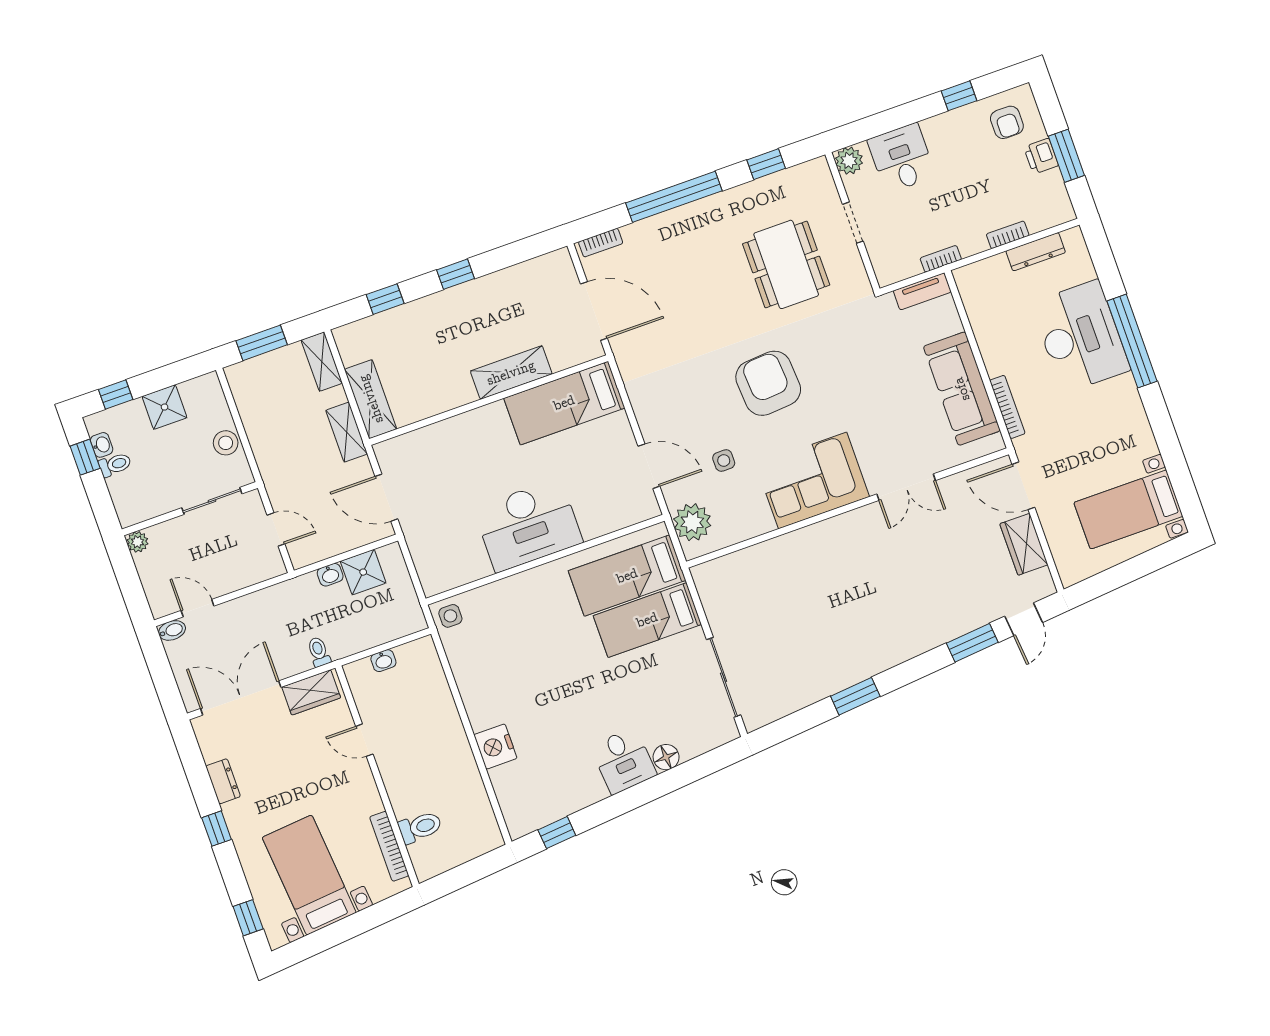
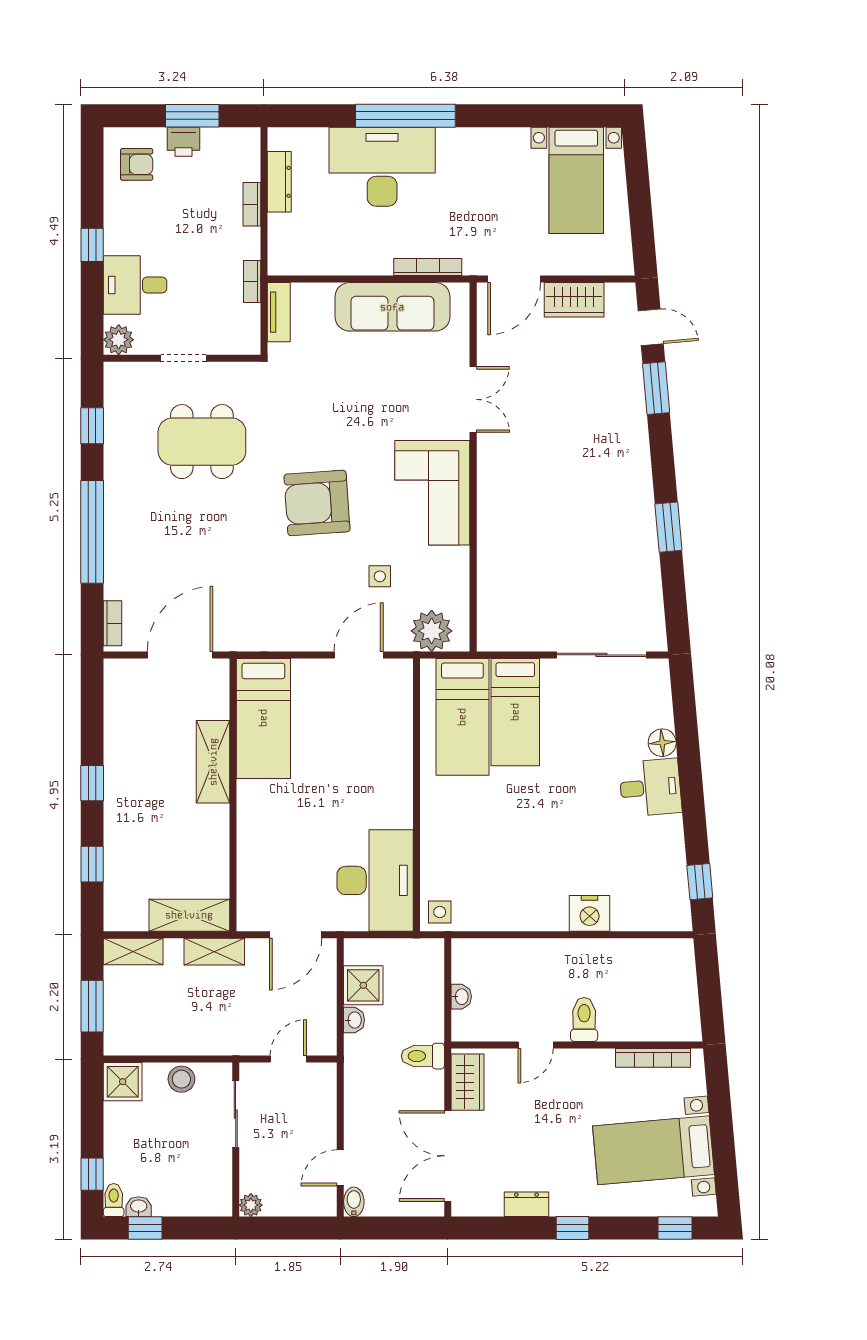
window: (959, 96) -> (92, 245), moved
shower: (165, 407) -> (123, 1082), moved
toilet: (115, 465) -> (114, 1200), moved
desk: (528, 525) -> (375, 880), moved
toilet: (319, 652) -> (423, 1056), width x1.37, depth x1.39
toilet: (420, 827) -> (584, 1019), moved

